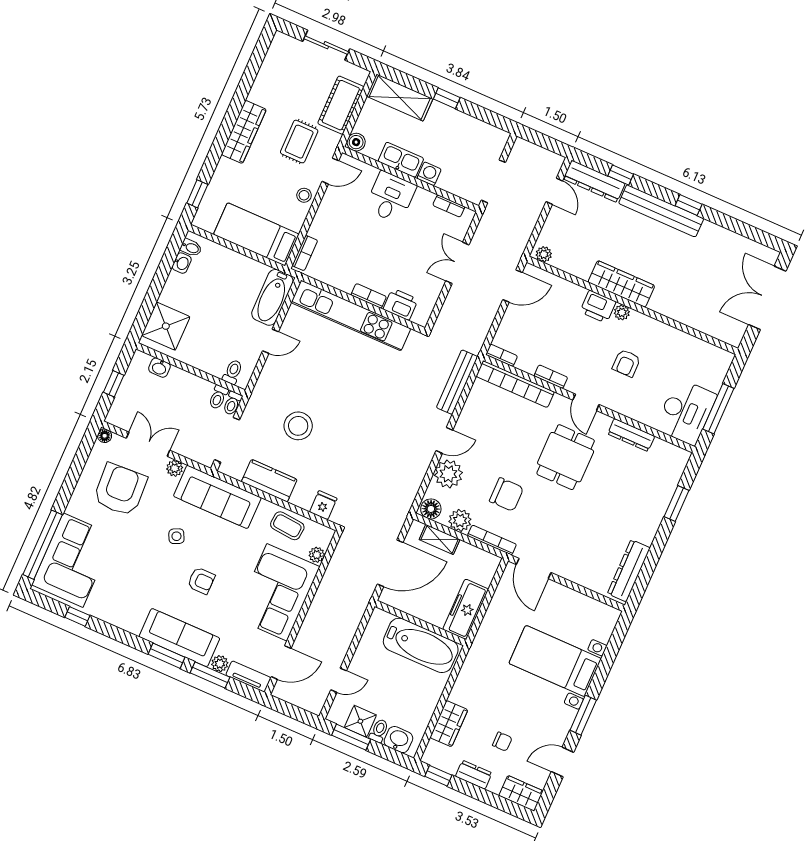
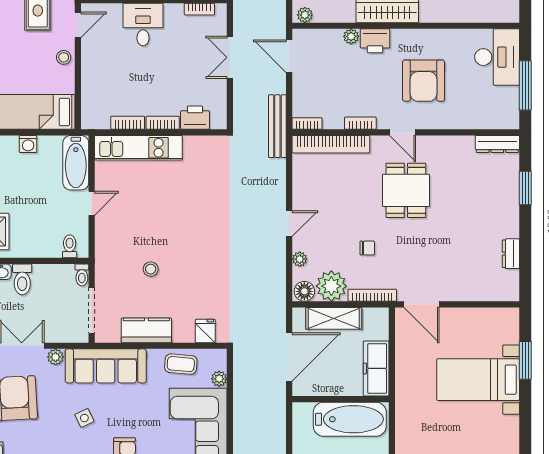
bookcase: (305, 253) -> (128, 123), moved, turned -90
washing machine: (236, 261) -> (28, 144), added
door: (512, 286) -> (289, 56), swing flipped
plant: (622, 312) -> (351, 36), moved
kitchen unit: (351, 315) -> (138, 148), width x0.73
armchair: (626, 363) -> (424, 81), width x1.88, depth x1.88
bench: (457, 382) -> (277, 126), moved
toilet: (218, 397) -> (22, 279), moved, width x1.37, depth x1.39
desk: (686, 412) -> (497, 57), moved
stool: (298, 426) -> (151, 269), width x0.53, depth x0.53
dresser: (631, 435) -> (497, 144), moved
plant: (448, 474) -> (300, 259), width x0.53, depth x0.53
chair: (506, 495) -> (367, 248), width x0.54, depth x0.54
plant: (460, 520) -> (331, 286), width x1.36, depth x1.36
shelving: (440, 539) -> (334, 318), width x1.50, depth x1.33
dresser: (629, 571) -> (511, 254), width x0.51, depth x0.80
window: (583, 715) -> (525, 360), moved

